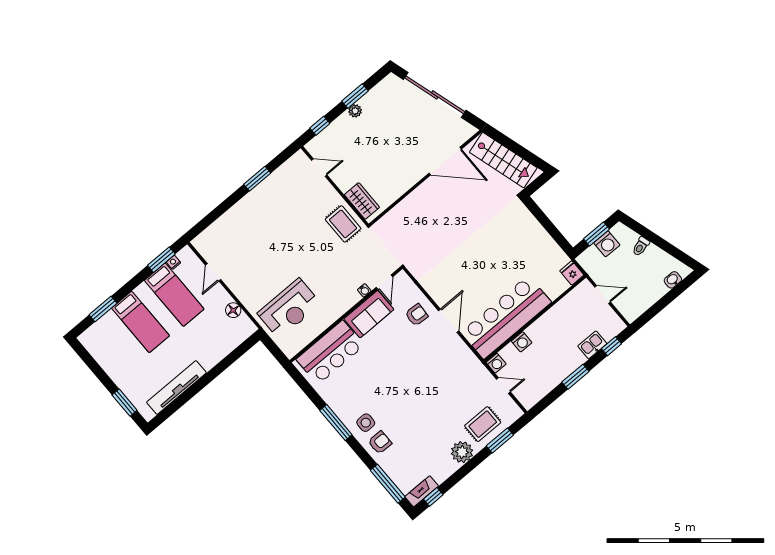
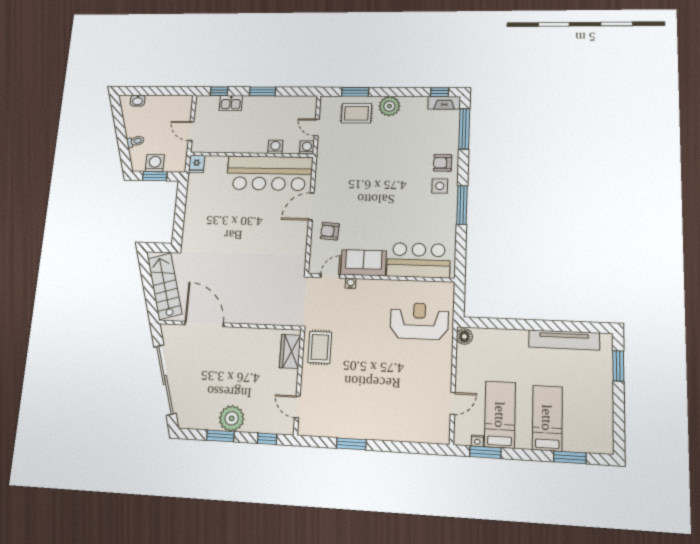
plant: (355, 111) -> (232, 418), width x1.87, depth x1.87
floor lamp: (233, 310) -> (464, 336), moved

